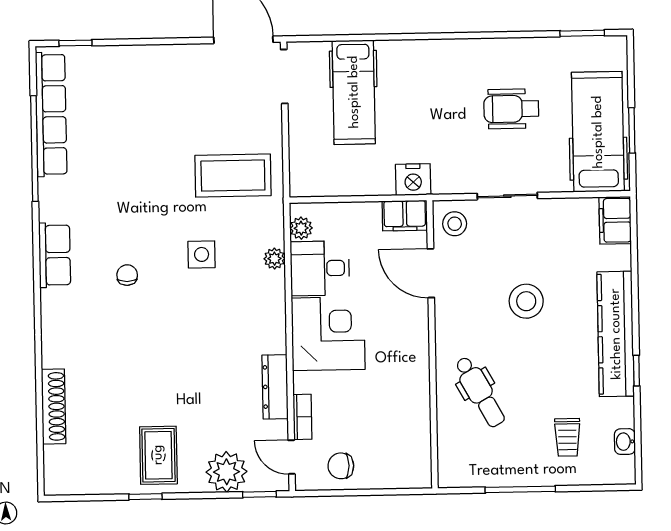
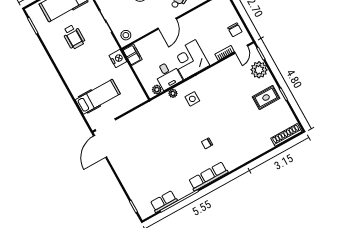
row of seats: (51, 114) -> (164, 201), width x0.50
coffee table: (233, 176) -> (151, 124), removed
side table: (202, 254) -> (192, 99), moved
row of seats: (55, 255) -> (208, 176), width x1.48
door: (431, 273) -> (167, 24), moved
dresser: (275, 387) -> (219, 69), removed
shoe rack: (54, 406) -> (286, 135), moved

